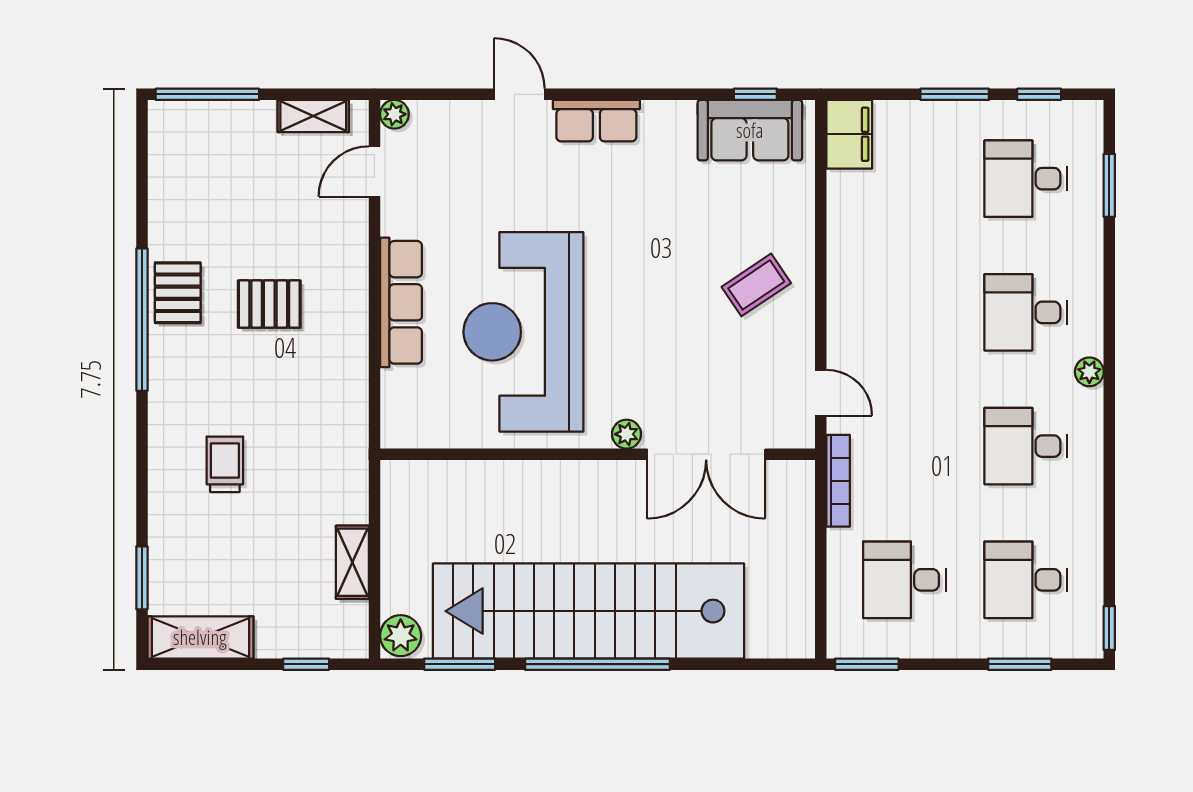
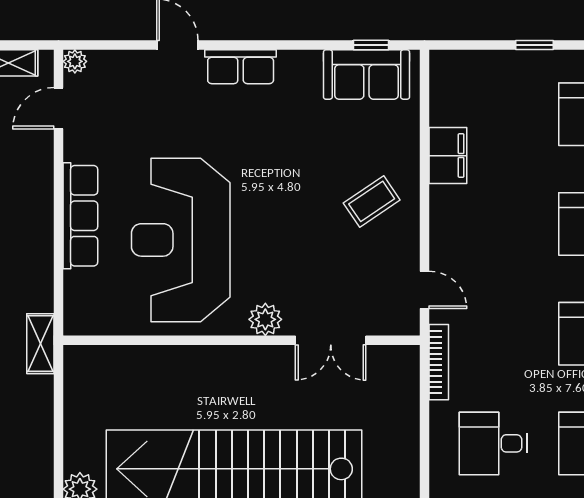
window: (955, 94) -> (535, 45), width x0.67
filing cabinet: (849, 134) -> (448, 156), moved
plant: (627, 434) -> (265, 319), width x1.38, depth x1.38
double door: (706, 454) -> (331, 340), width x0.73
shelving: (352, 562) -> (40, 344), moved

